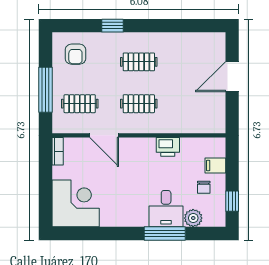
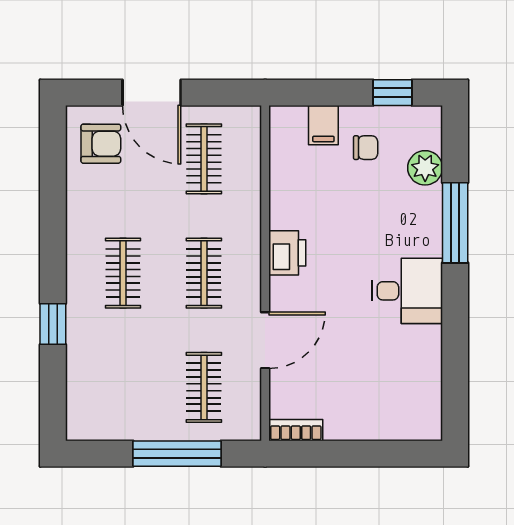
armchair: (75, 54) -> (101, 144), moved
clothes rail: (198, 104) -> (204, 159), added
printer: (168, 147) -> (287, 253), moved
corner desk: (76, 203) -> (397, 395), removed
desk: (166, 209) -> (407, 291), moved

